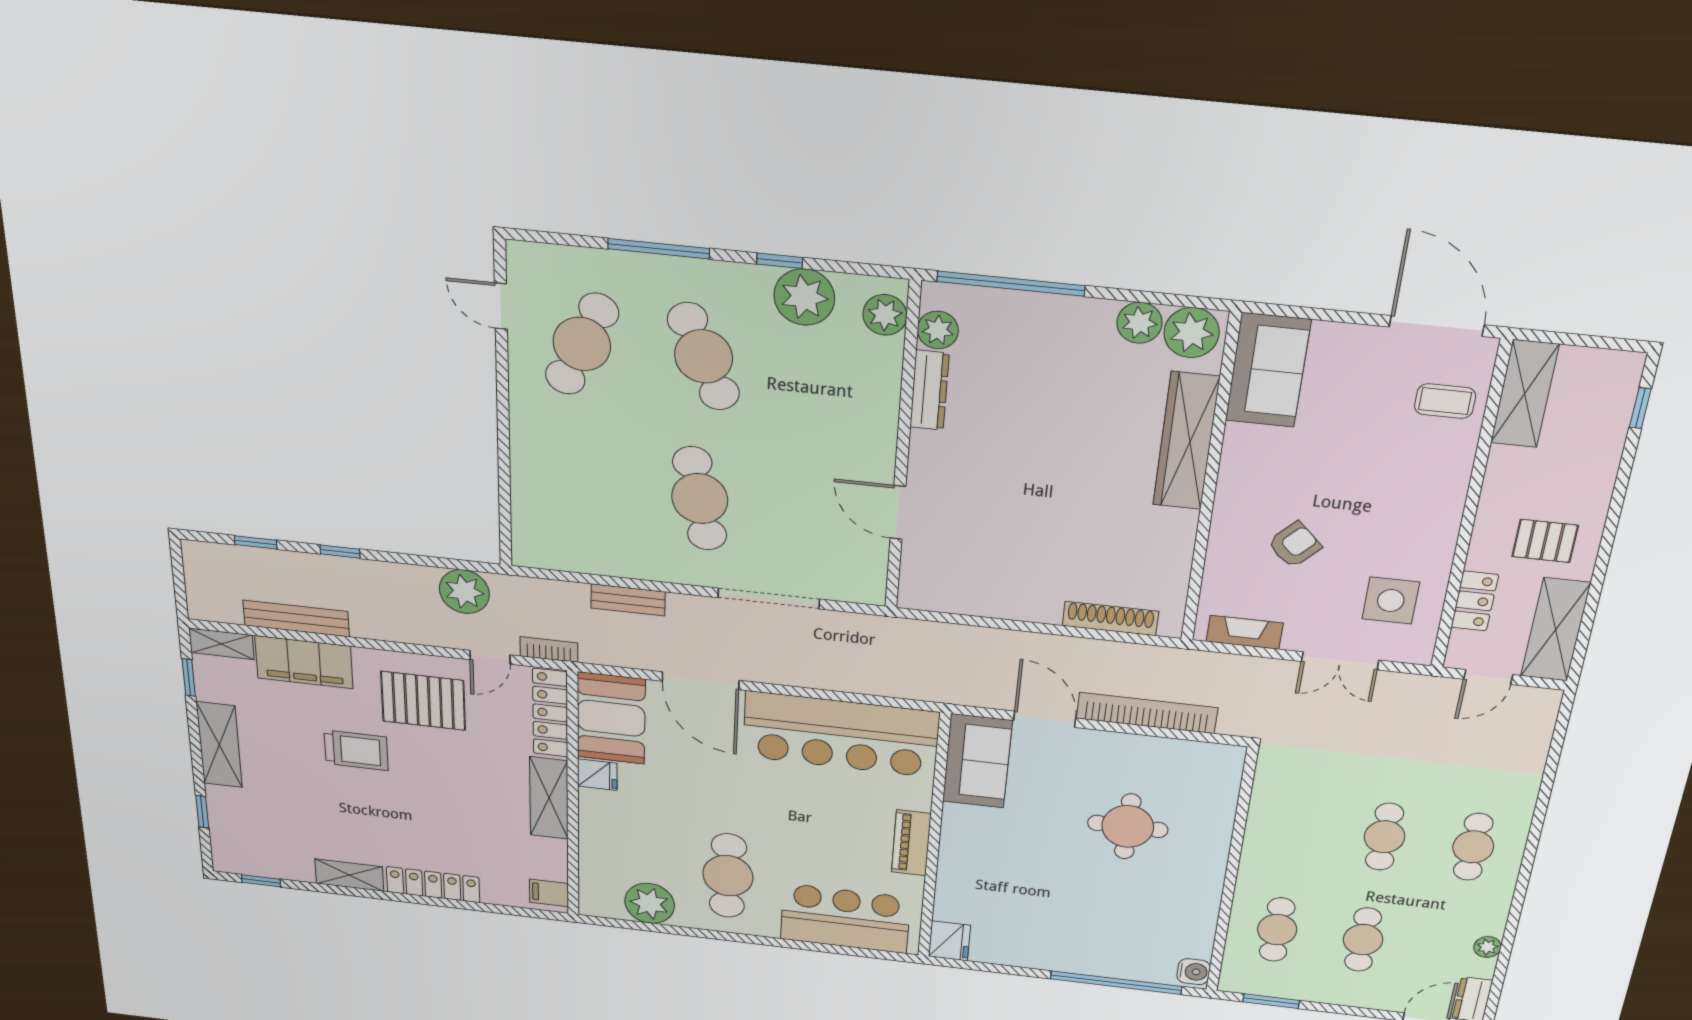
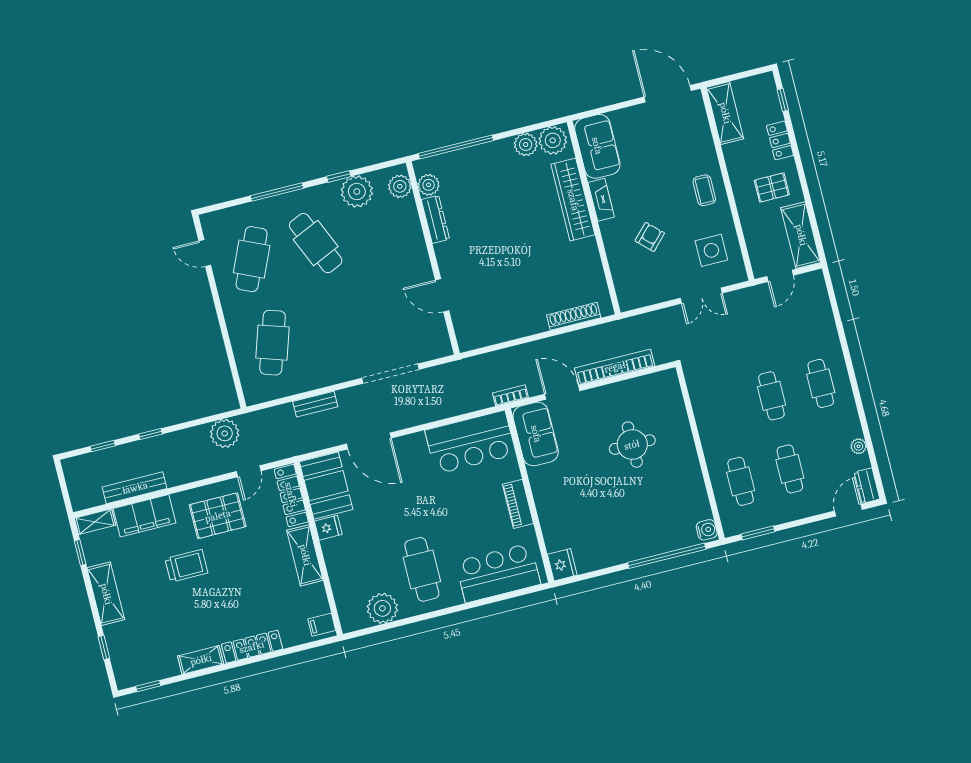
coffee table: (1445, 401) -> (704, 190), moved, turned 90
cafe table: (700, 499) -> (273, 343), moved, turned 30
locker: (1475, 601) -> (780, 140), moved, turned 180
fireplace: (1245, 632) -> (601, 200), moved, turned 90
bookcase: (549, 650) -> (510, 395), moved
bar counter: (841, 734) -> (470, 442), width x0.73

